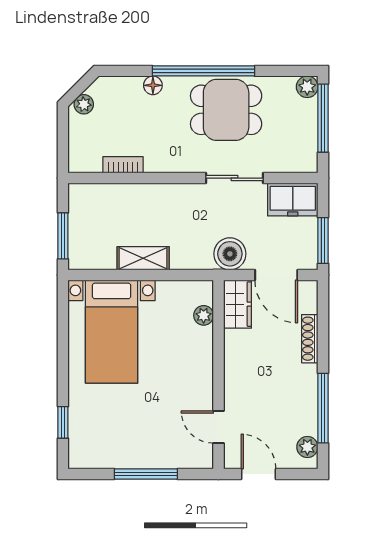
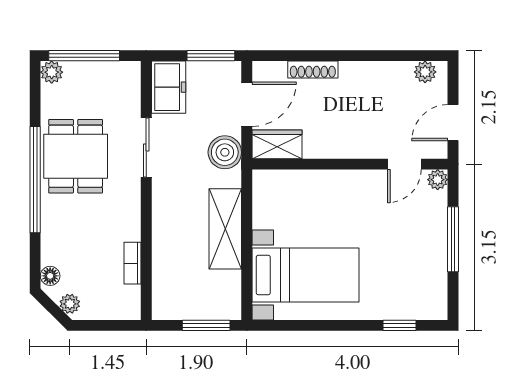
floor lamp: (153, 85) -> (50, 276), moved
shelving: (143, 258) -> (225, 229), width x1.50, depth x1.33
plant: (204, 315) -> (438, 180), moved
window: (323, 408) -> (385, 56), removed

